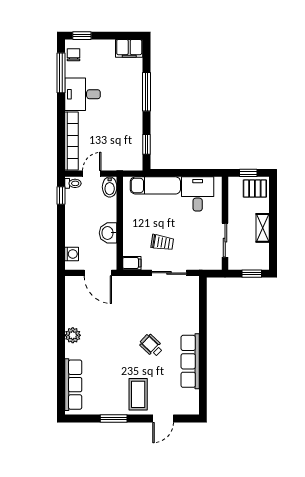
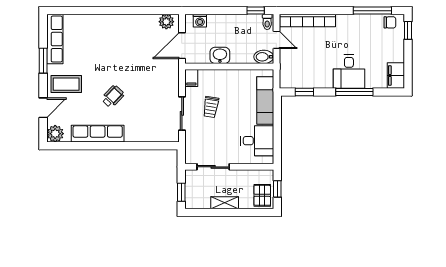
desk: (82, 94) -> (349, 71), moved, turned 180
plant: (73, 335) -> (166, 22), moved
row of seats: (73, 385) -> (55, 39), moved, turned -90
plant: (190, 406) -> (55, 134), added
door: (163, 418) -> (43, 108), swing flipped

